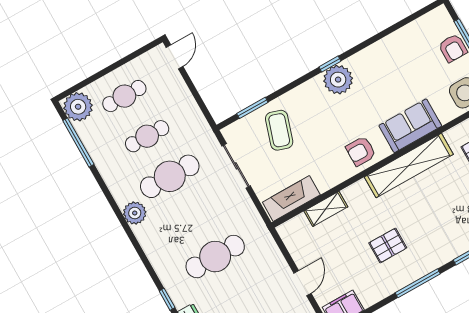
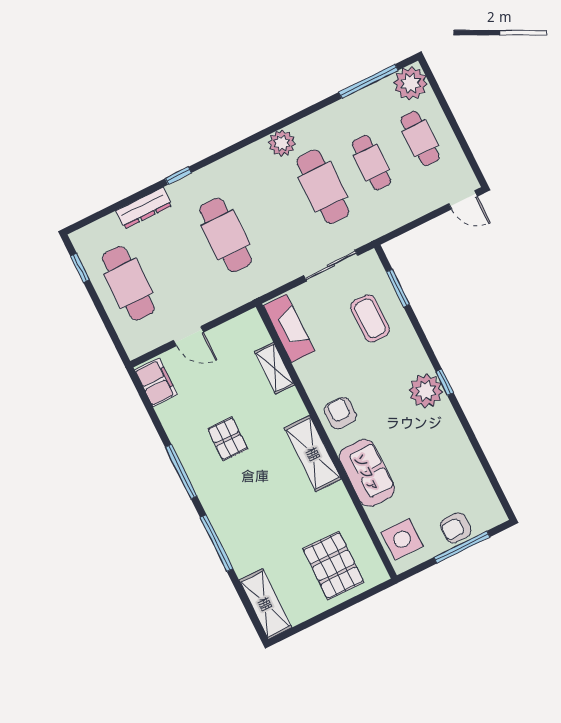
coffee table: (279, 130) -> (370, 318), turned 72
shelving: (409, 166) -> (313, 454), width x0.68

